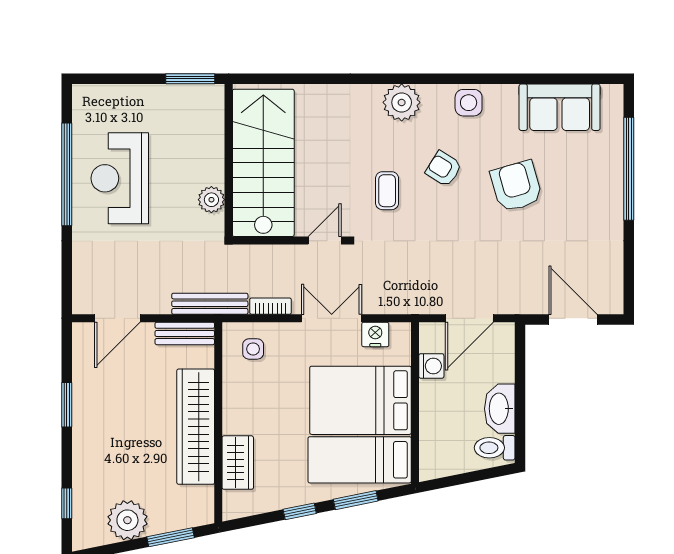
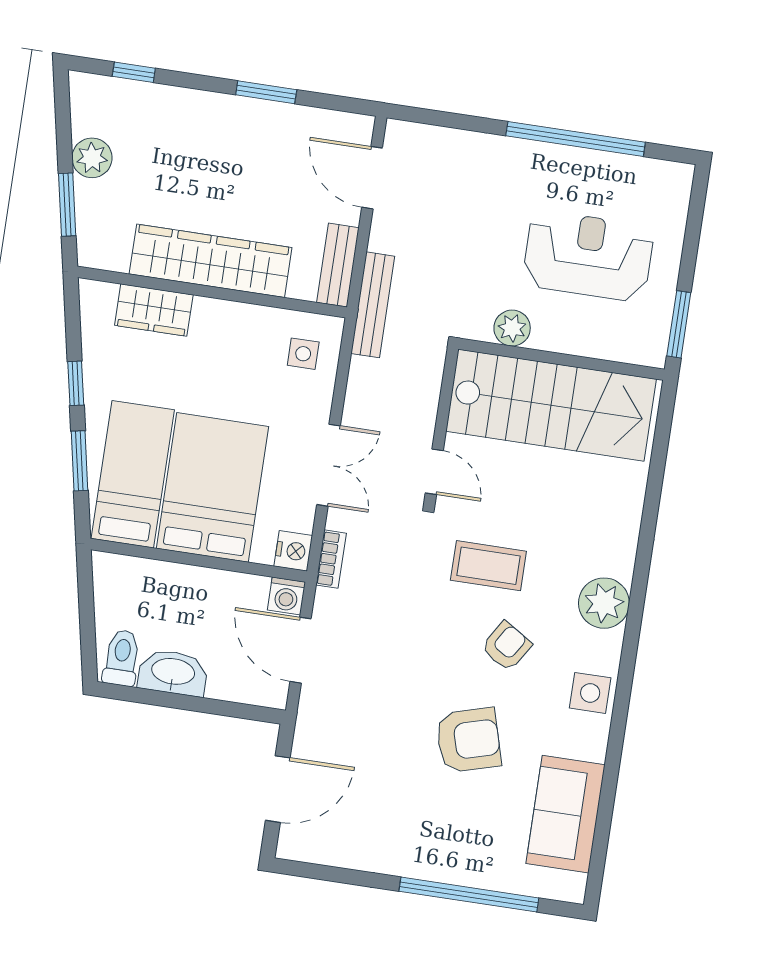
reception desk: (120, 178) -> (588, 256), moved
coffee table: (387, 191) -> (488, 566), width x1.36, depth x1.30
bookcase: (271, 306) -> (331, 559), moved
nightstand: (375, 334) -> (293, 551), moved
washing machine: (431, 366) -> (286, 596), moved
plant: (127, 520) -> (92, 158), width x0.73, depth x0.73

